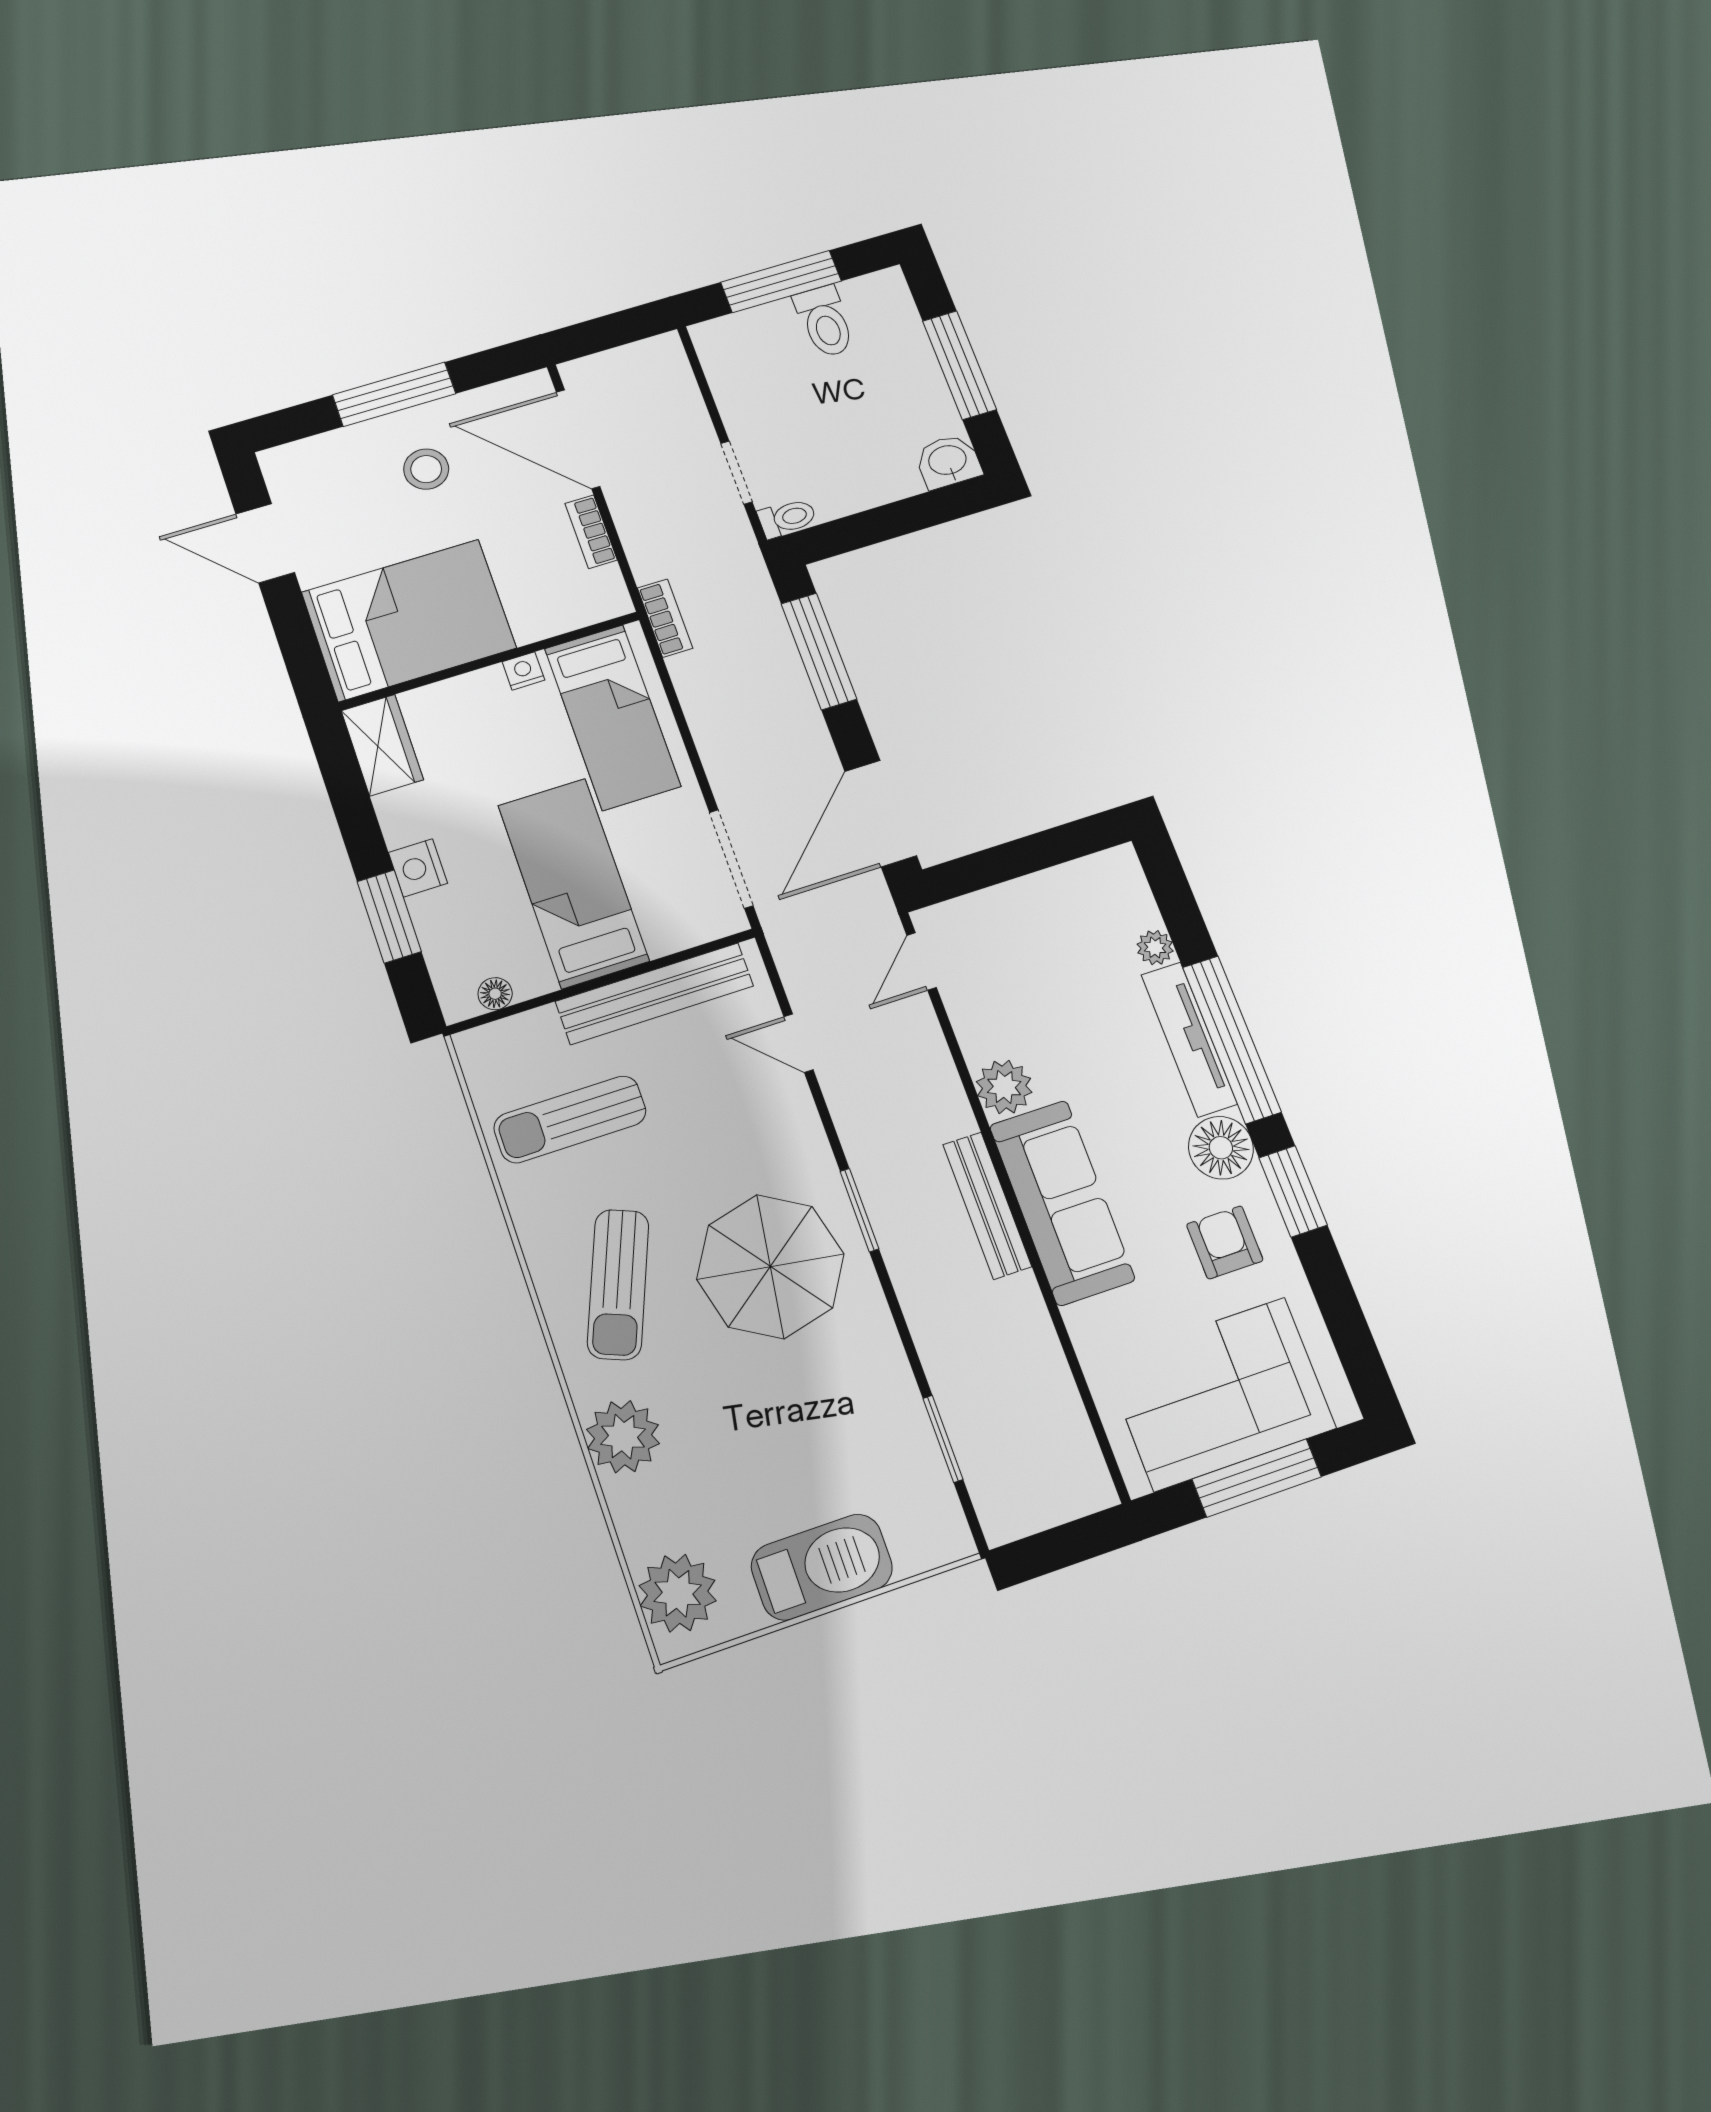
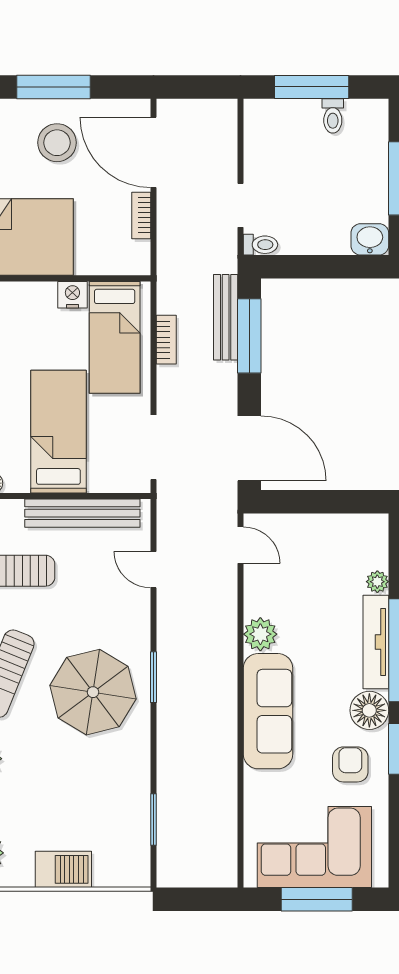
toilet: (825, 322) -> (333, 116), width x0.73, depth x0.72
stool: (426, 469) -> (57, 143), width x1.38, depth x1.38
bookcase: (665, 618) -> (166, 340), moved
nightstand: (523, 671) -> (72, 295), width x1.39, depth x1.35
door: (881, 814) -> (249, 448), swing flipped
door: (922, 961) -> (241, 545), swing flipped
bench: (987, 1205) -> (226, 317), moved
barbecue: (822, 1567) -> (63, 869), width x0.73, depth x0.83

